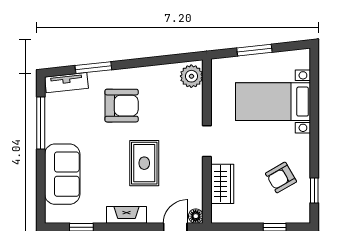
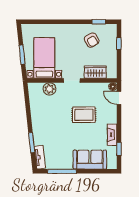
plant: (191, 76) -> (49, 89), moved
bed with nightstands: (273, 102) -> (44, 58), moved, turned 180
armchair: (122, 106) -> (52, 127), removed
fireplace: (126, 215) -> (112, 135), moved

